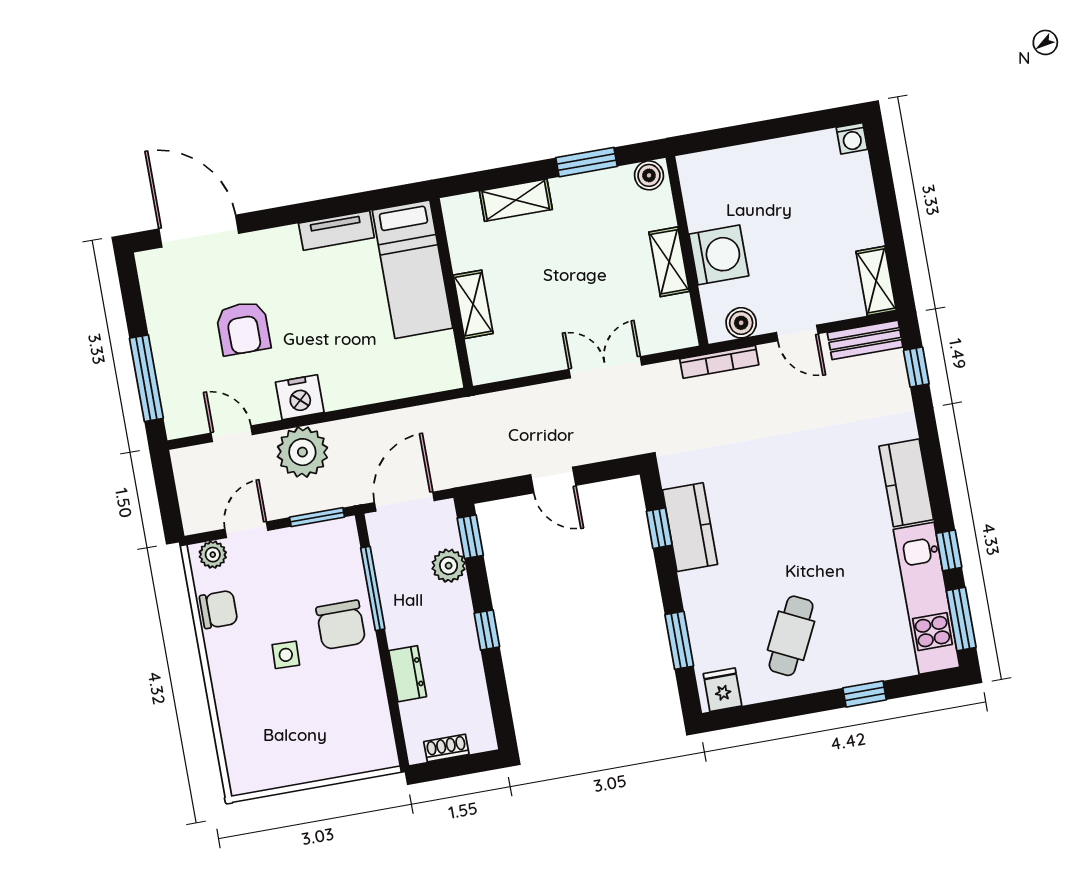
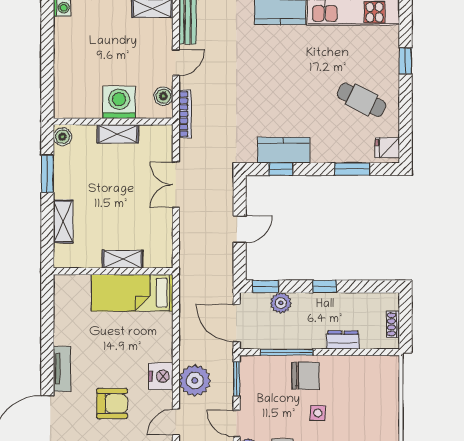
tv unit: (336, 230) -> (62, 369), moved
bed: (412, 269) -> (132, 293), moved, turned 180

